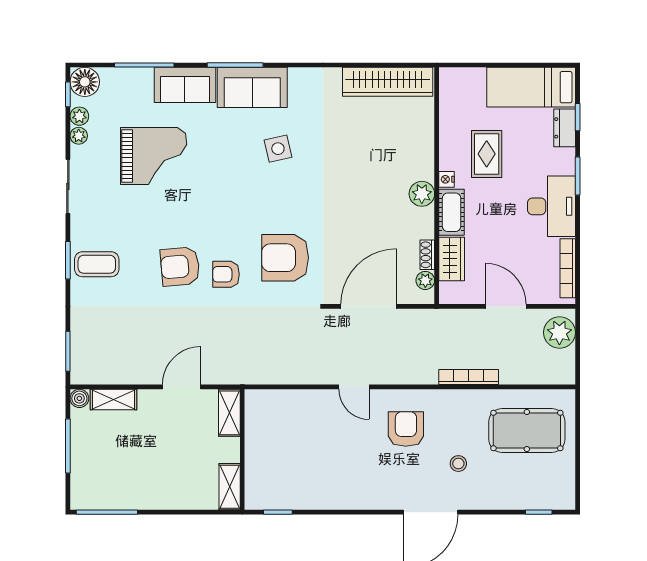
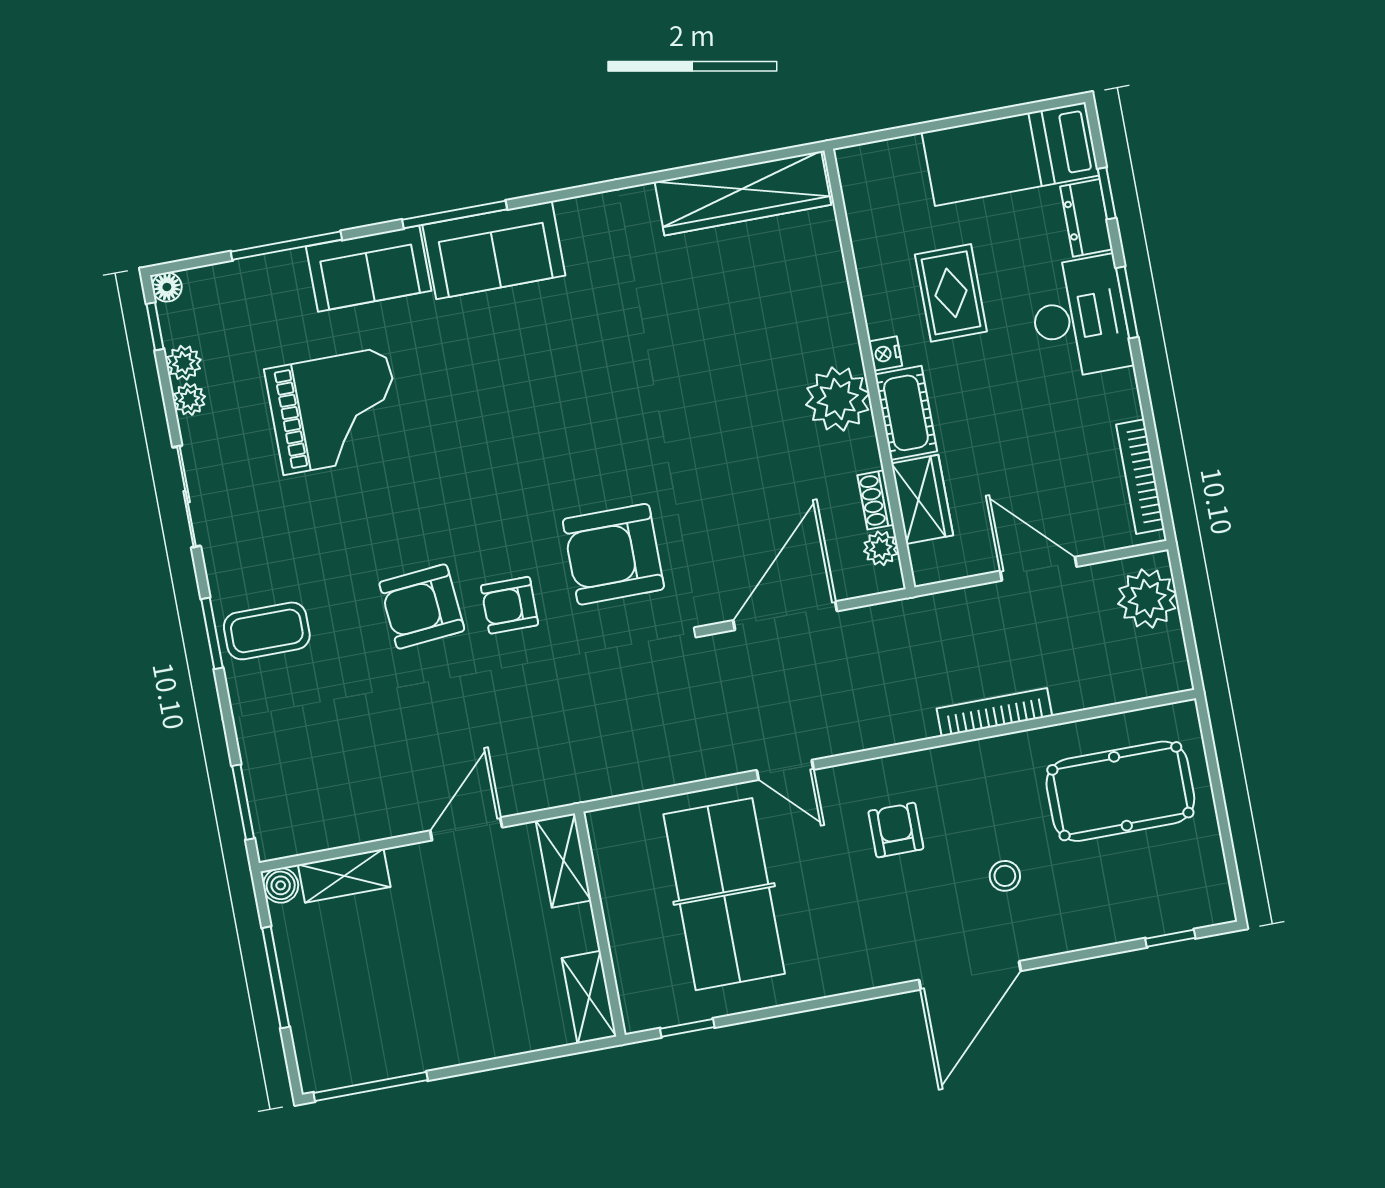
floor lamp: (85, 82) -> (167, 287), width x0.53, depth x0.53
side table: (278, 149) -> (563, 355), removed
plant: (422, 194) -> (838, 399), width x1.36, depth x1.36
desk: (551, 206) -> (1080, 317), moved
armchair: (406, 429) -> (896, 830), width x0.72, depth x0.72
table tennis table: (310, 446) -> (724, 894), added

